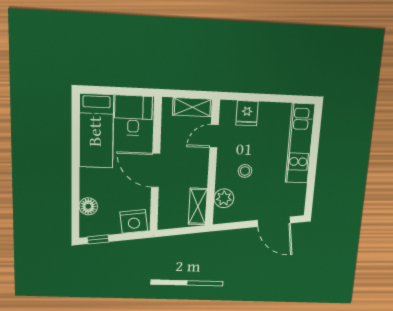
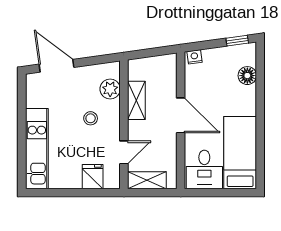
shelving: (198, 206) -> (136, 100), moved
nightstand: (134, 221) -> (194, 57), width x0.53, depth x0.56

